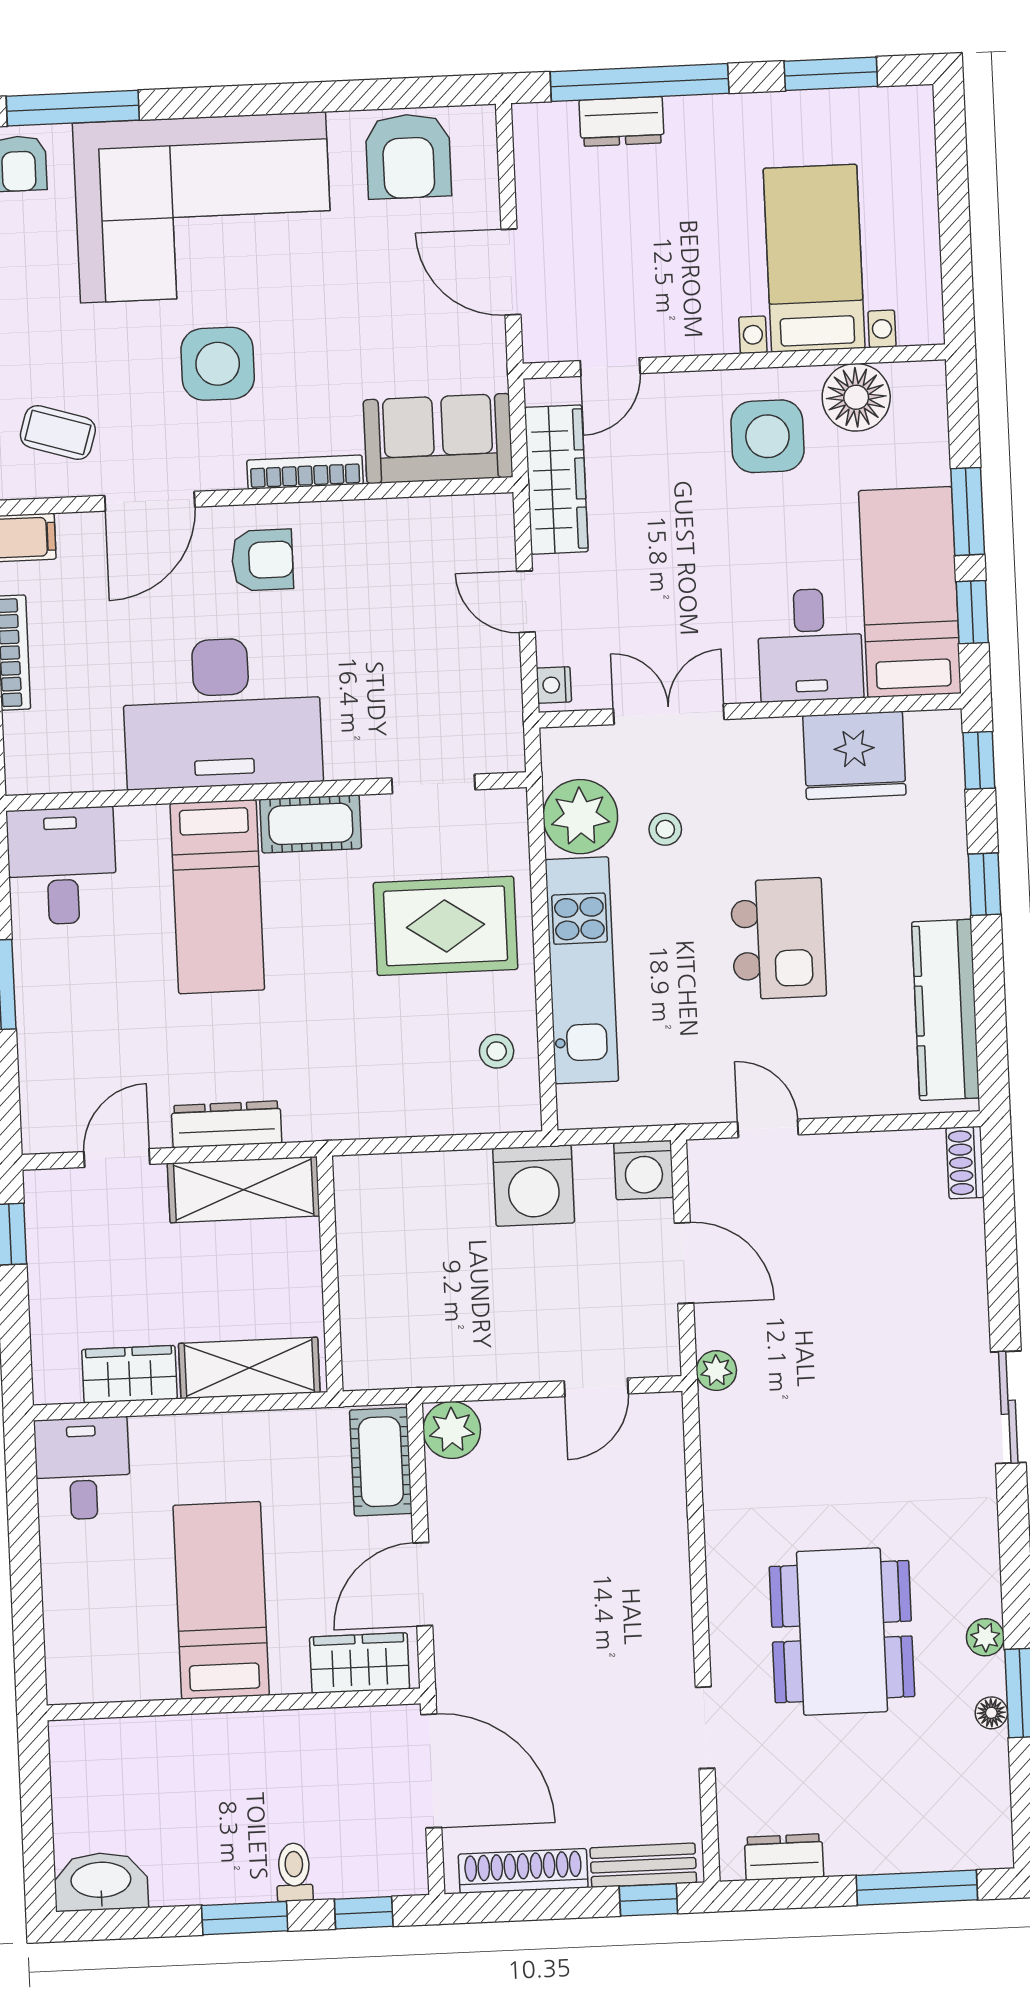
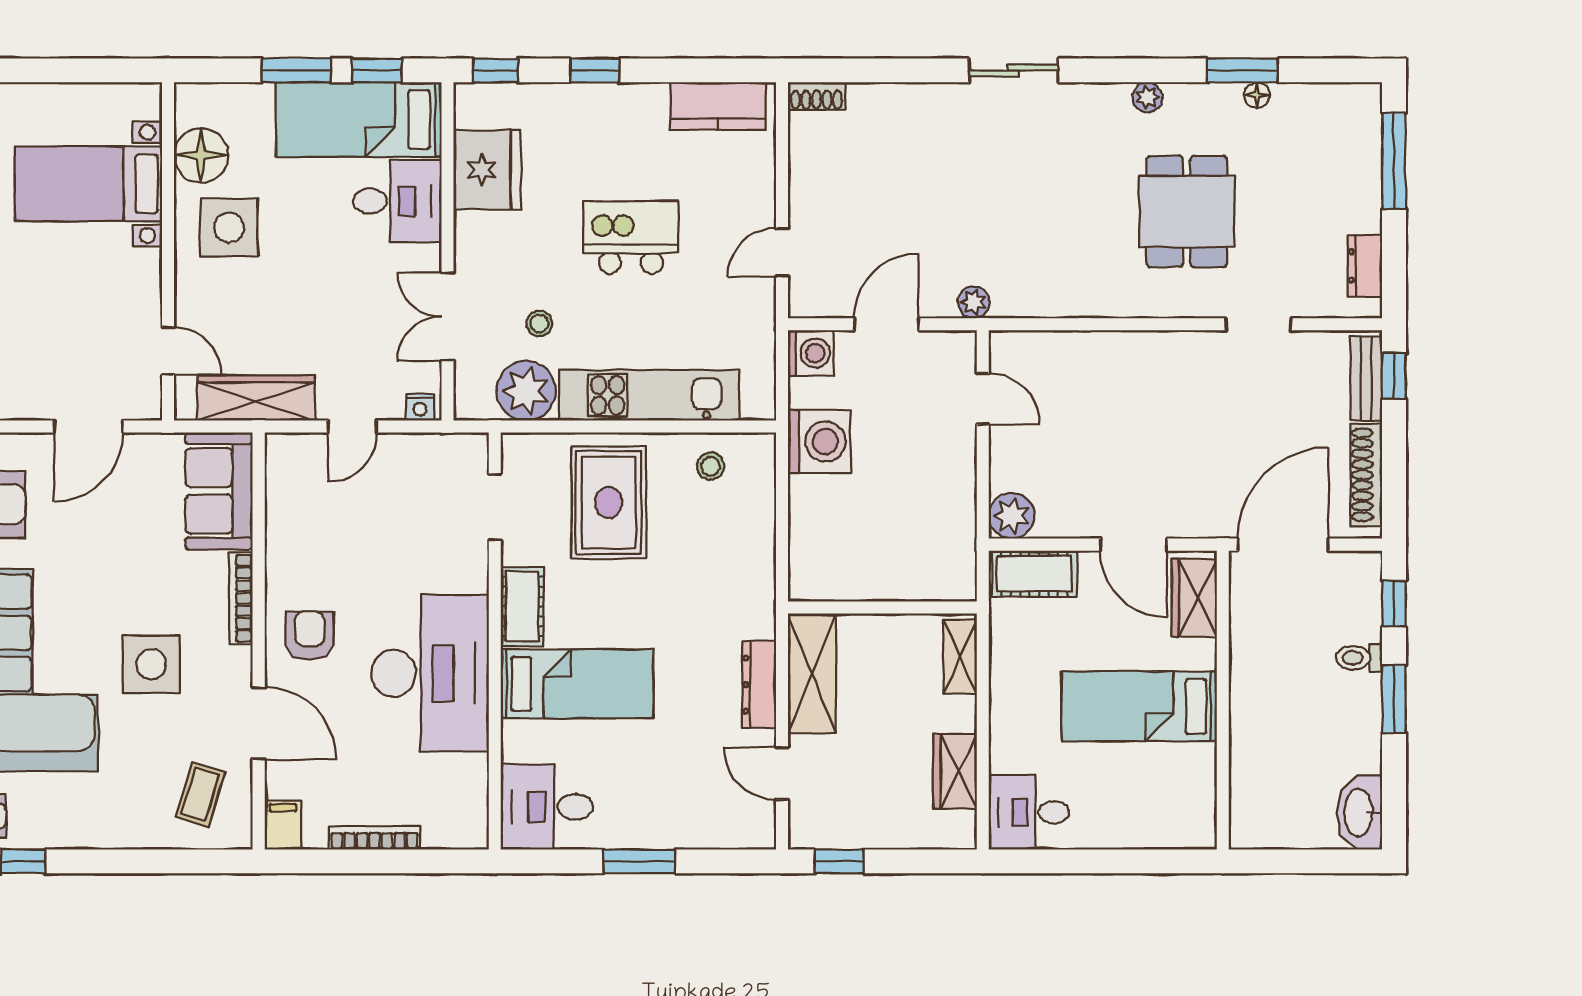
kitchen counter: (946, 1010) -> (718, 106), width x0.67
shelving: (249, 1368) -> (960, 657), width x0.67, depth x0.75
dining table: (842, 1632) -> (1187, 211), width x0.73
plant: (985, 1637) -> (1147, 97), moved

